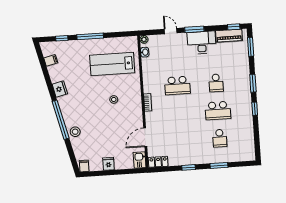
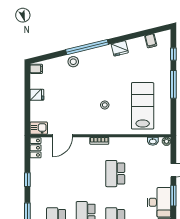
door: (145, 137) -> (62, 136), swing flipped

